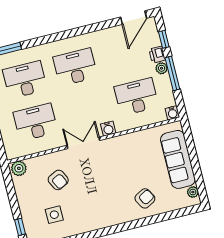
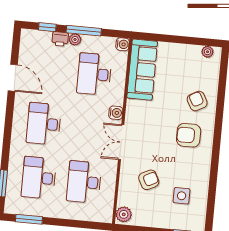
door: (134, 18) -> (13, 78), moved
sofa: (178, 159) -> (142, 70), moved, turned -90
armchair: (111, 202) -> (189, 135), added

